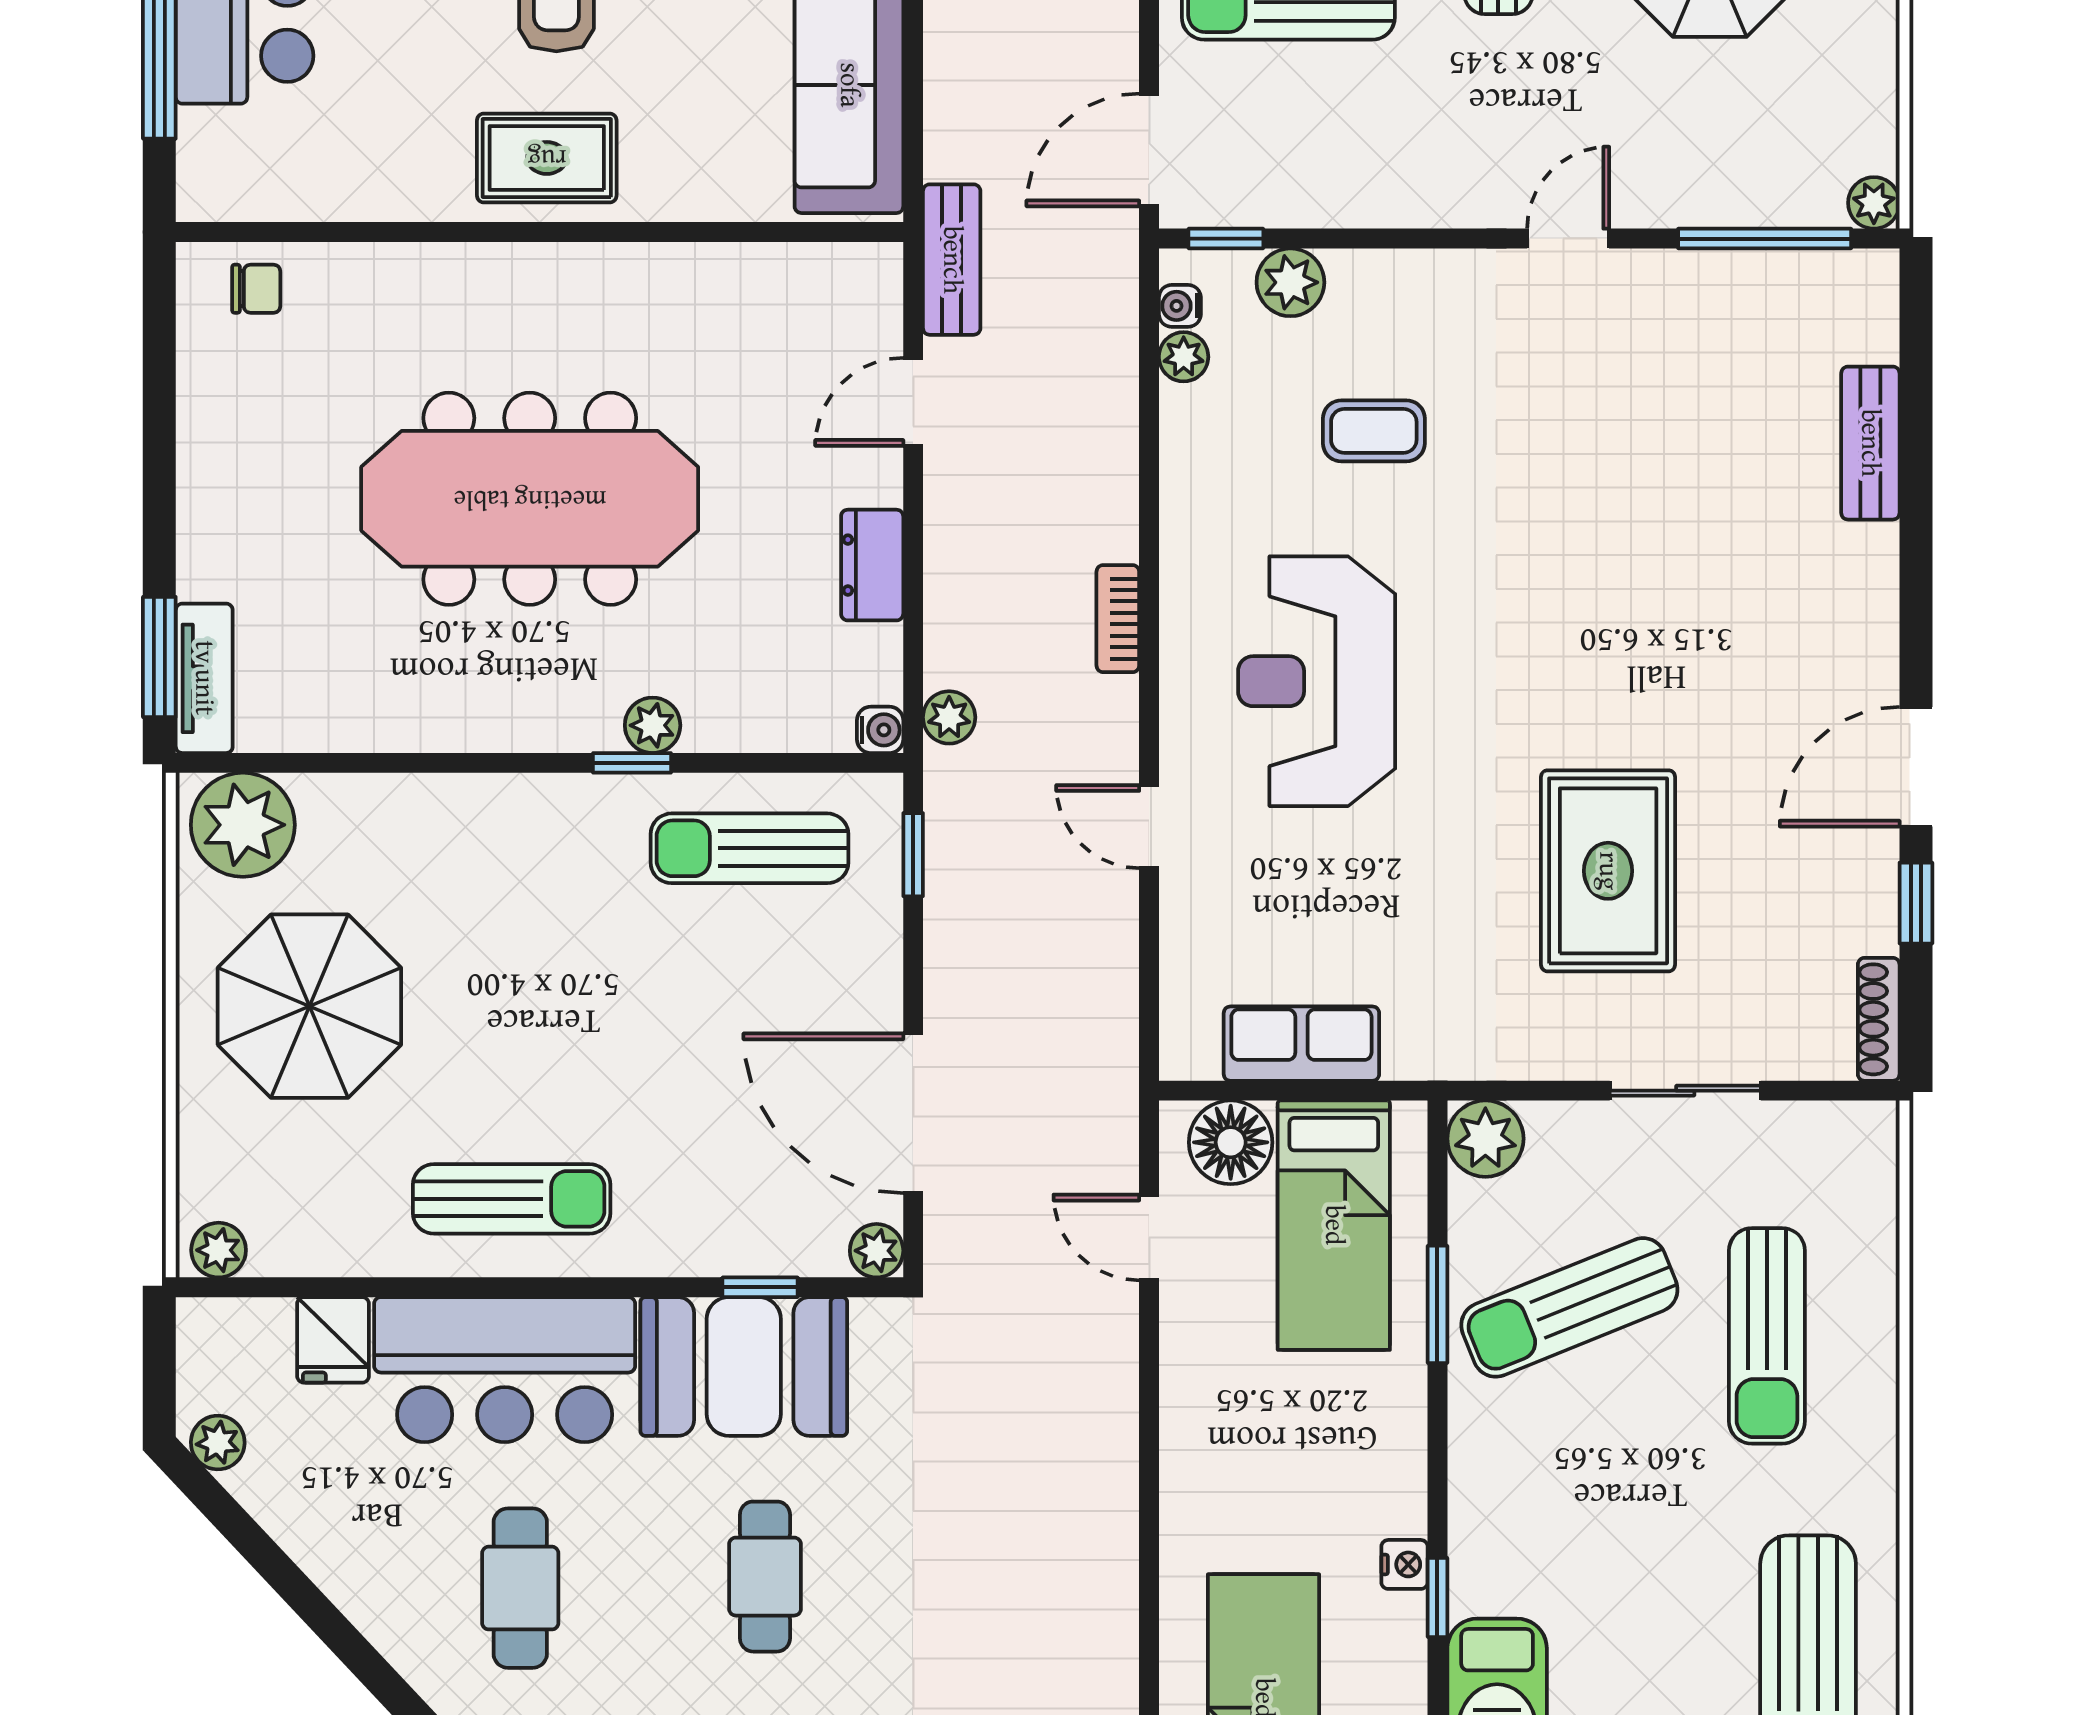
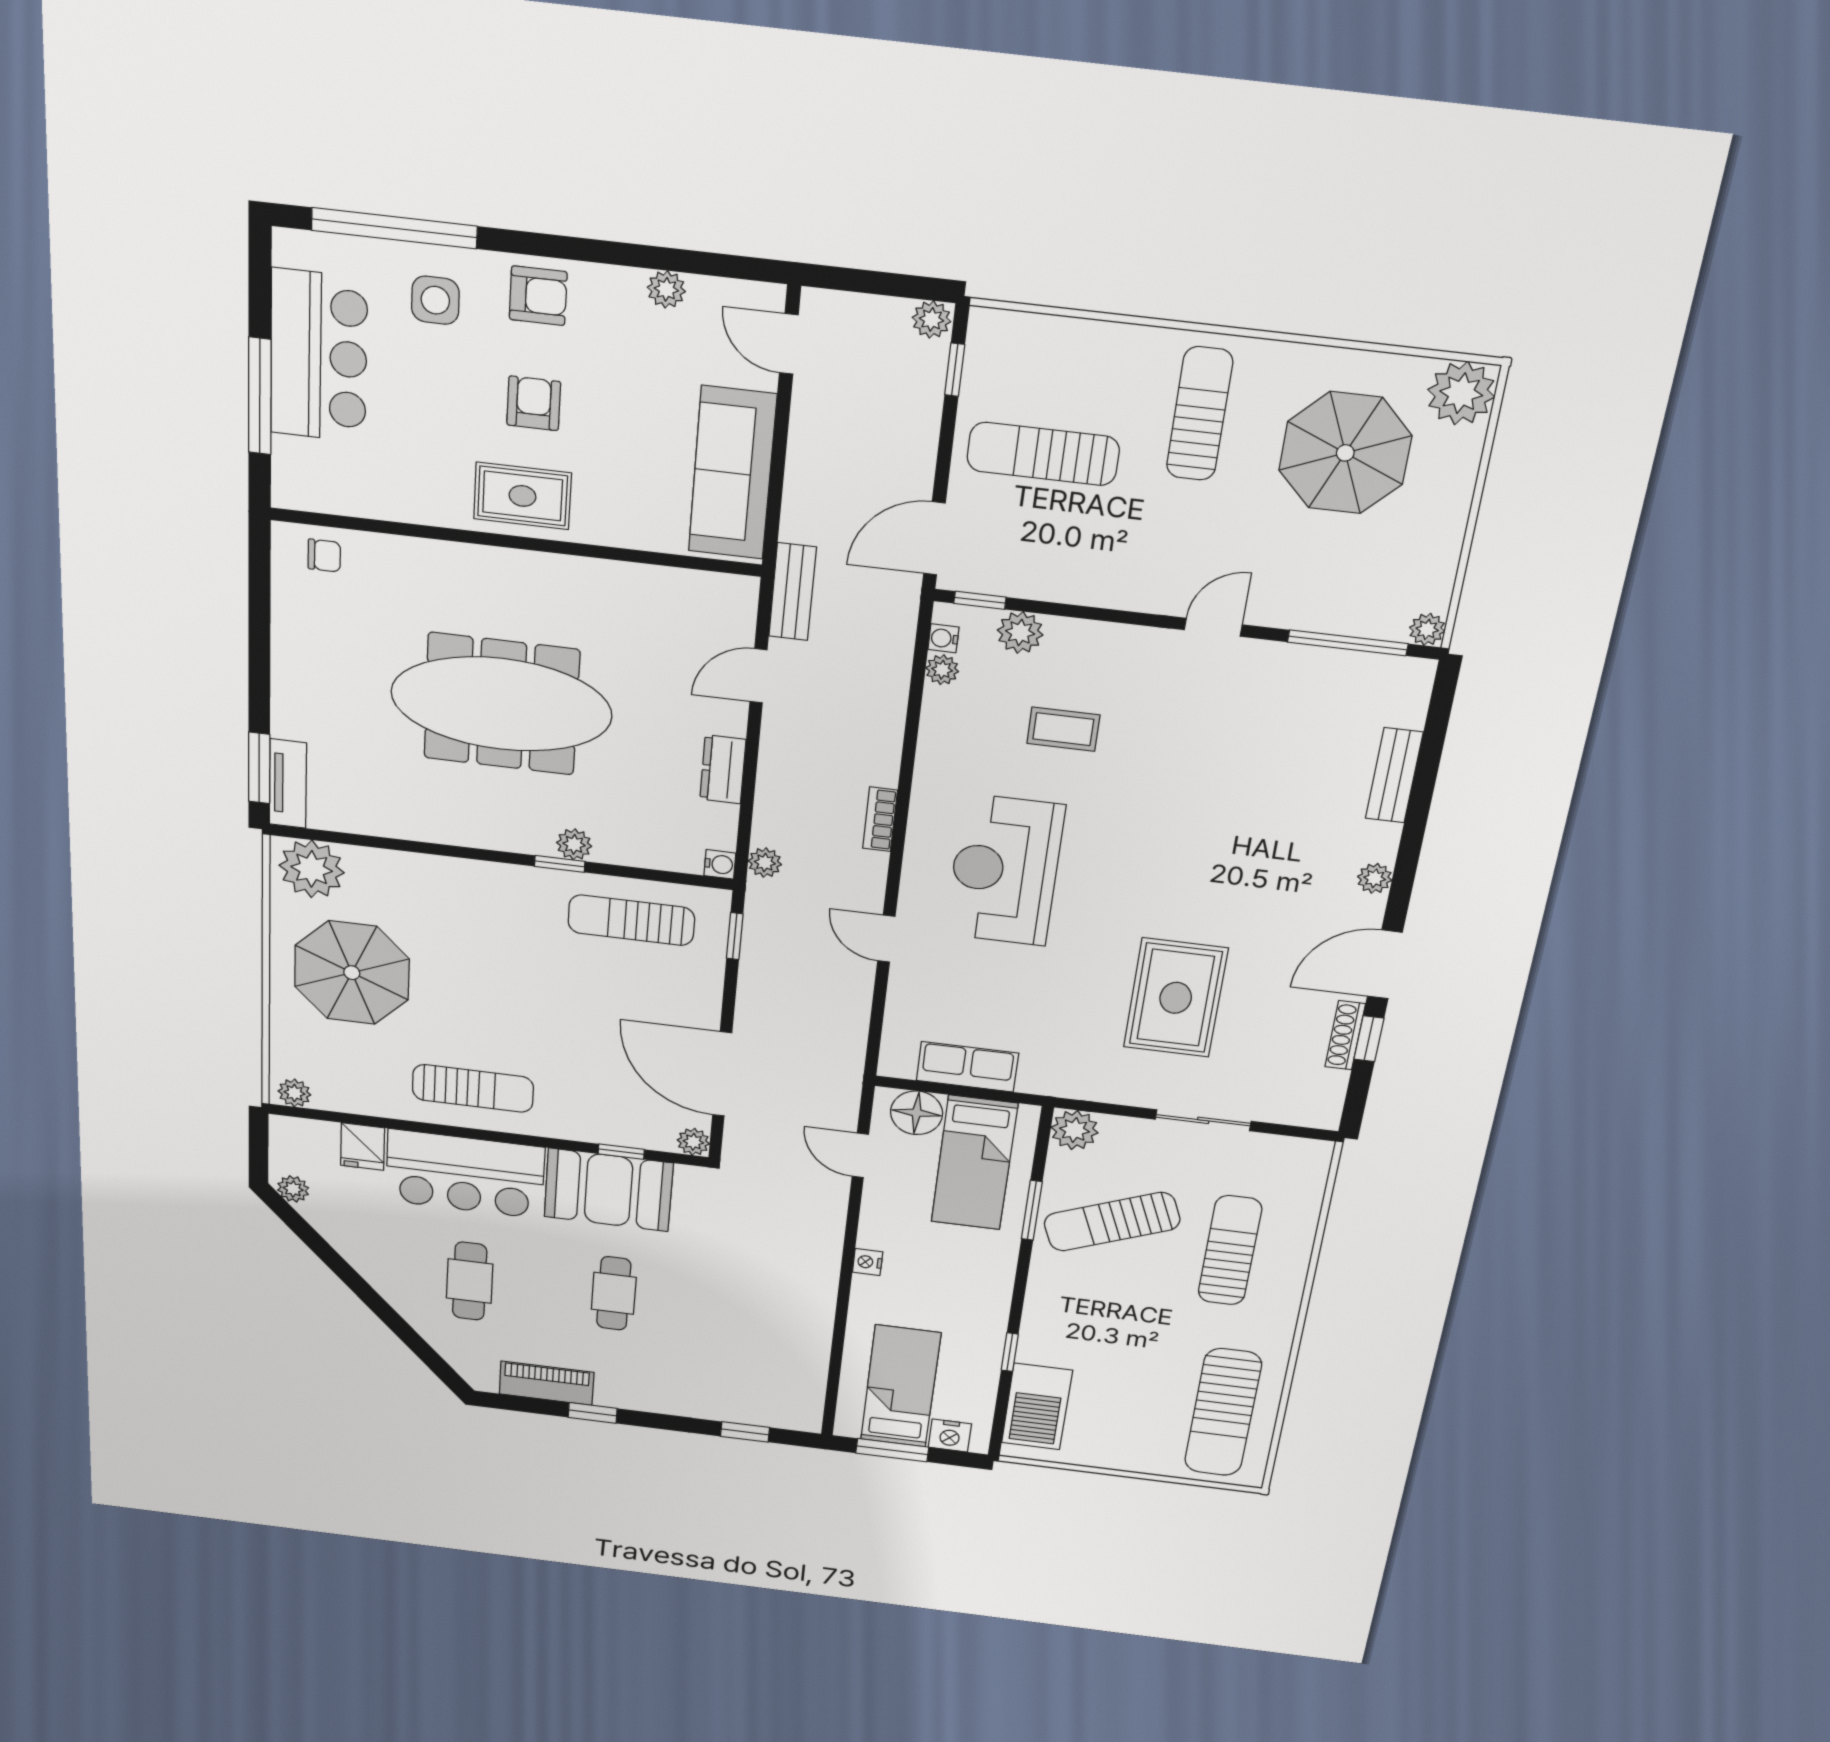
plant: (1873, 620) -> (1375, 878), added
shoe rack: (1879, 1019) -> (1345, 1035), moved
sun lounger: (1767, 1336) -> (1230, 1250), turned 180
nightstand: (1405, 1564) -> (868, 1262), moved, turned 180

